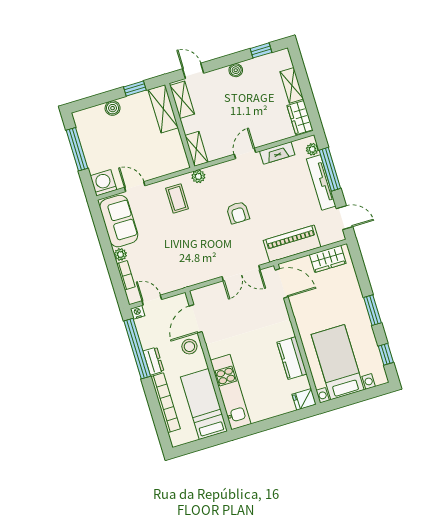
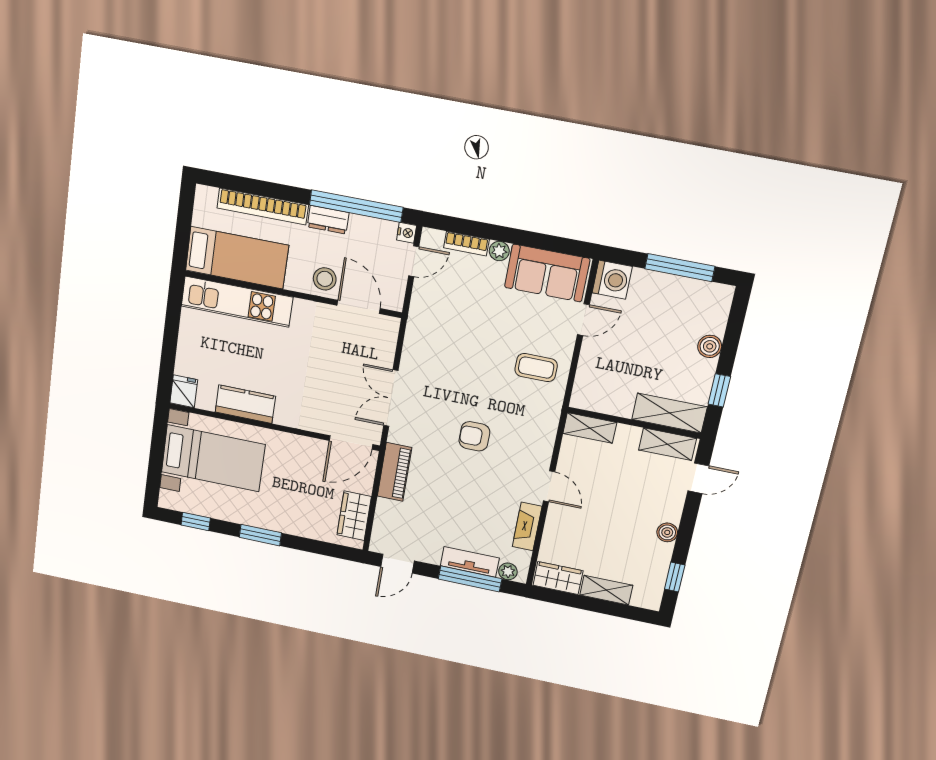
plant: (198, 176) -> (551, 411), removed
tv unit: (321, 182) -> (470, 562), width x0.71
piano: (292, 244) -> (395, 472), width x0.73, depth x0.75

